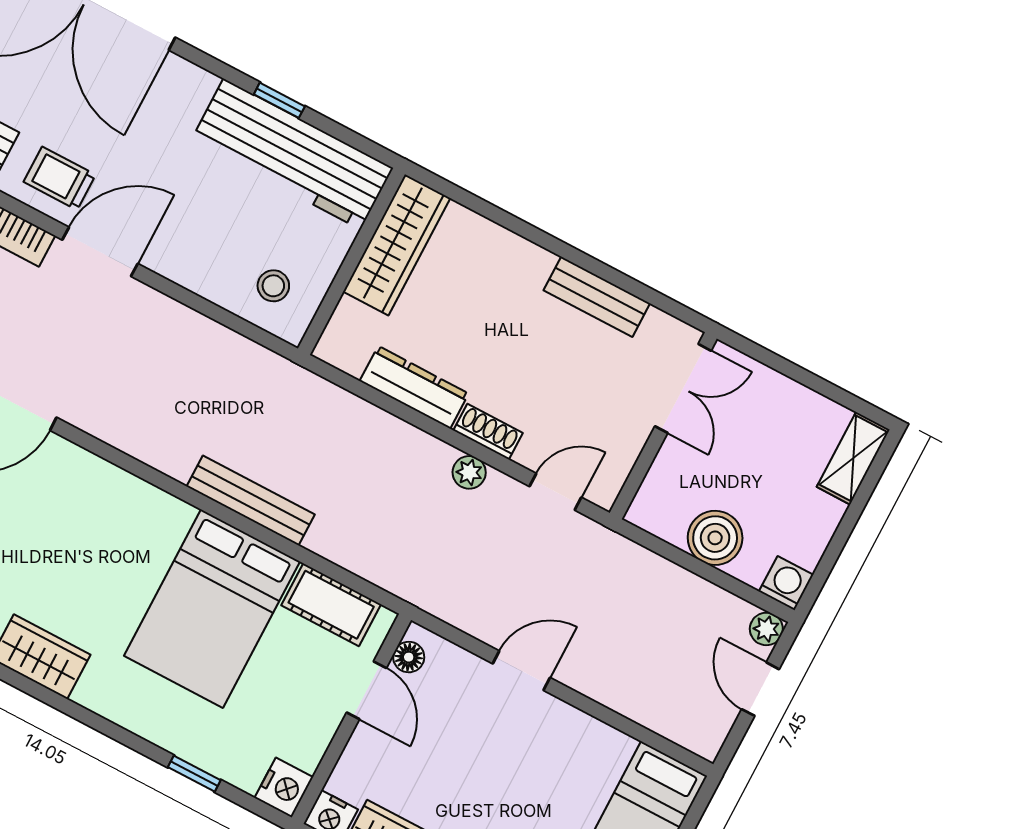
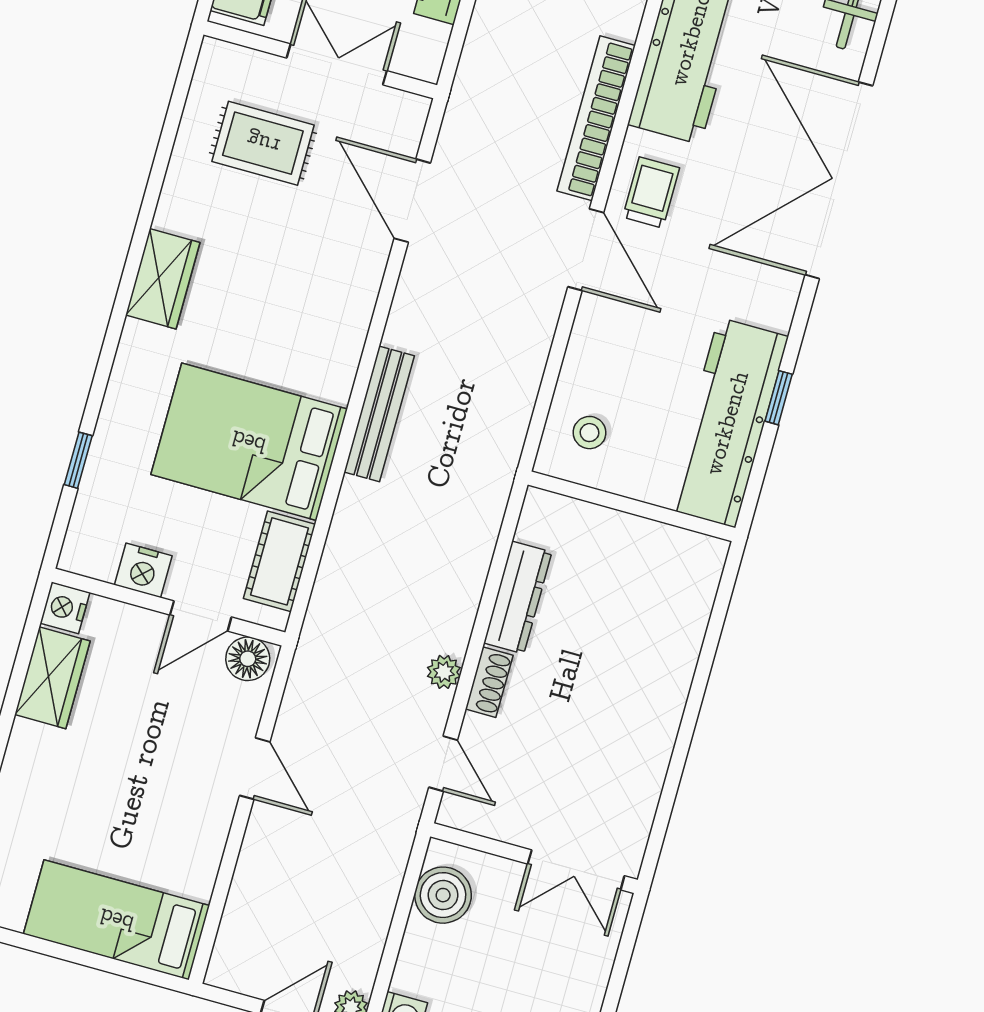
wardrobe: (397, 245) -> (658, 548), removed
bench: (597, 297) -> (650, 762), removed
bench: (251, 501) -> (379, 414), moved
boiler: (715, 538) -> (443, 895), moved
floor lamp: (409, 657) -> (248, 659), width x1.37, depth x1.37
nightstand: (284, 787) -> (143, 570), moved

